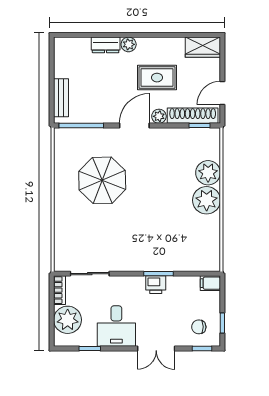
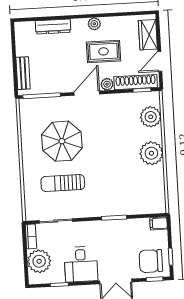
plant: (129, 44) -> (94, 24), moved
dresser: (106, 45) -> (53, 27), width x1.44
wardrobe: (203, 47) -> (148, 35), moved, turned 90
plant: (208, 173) -> (151, 117), moved
sun lounger: (100, 229) -> (63, 183), added
printer: (156, 285) -> (112, 227), removed
chair: (199, 327) -> (151, 261), width x1.87, depth x1.87

